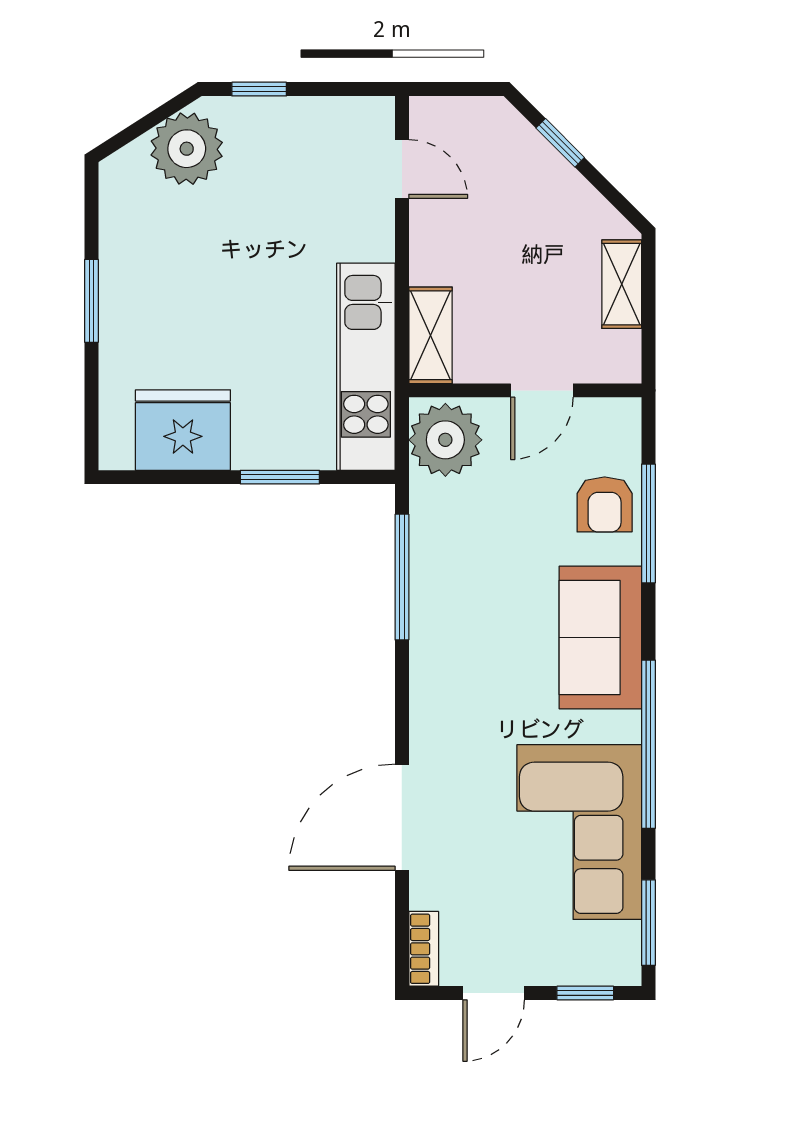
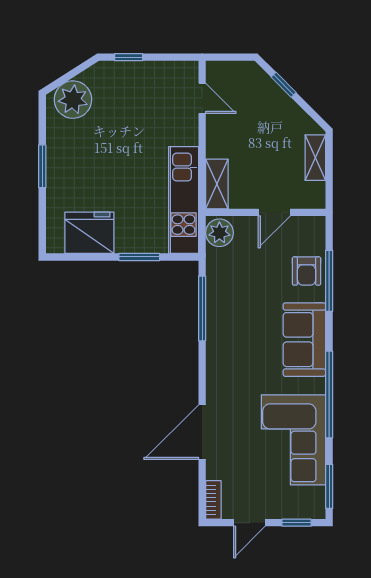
plant: (187, 149) -> (73, 100), moved
plant: (445, 440) -> (219, 233), width x0.73, depth x0.73

